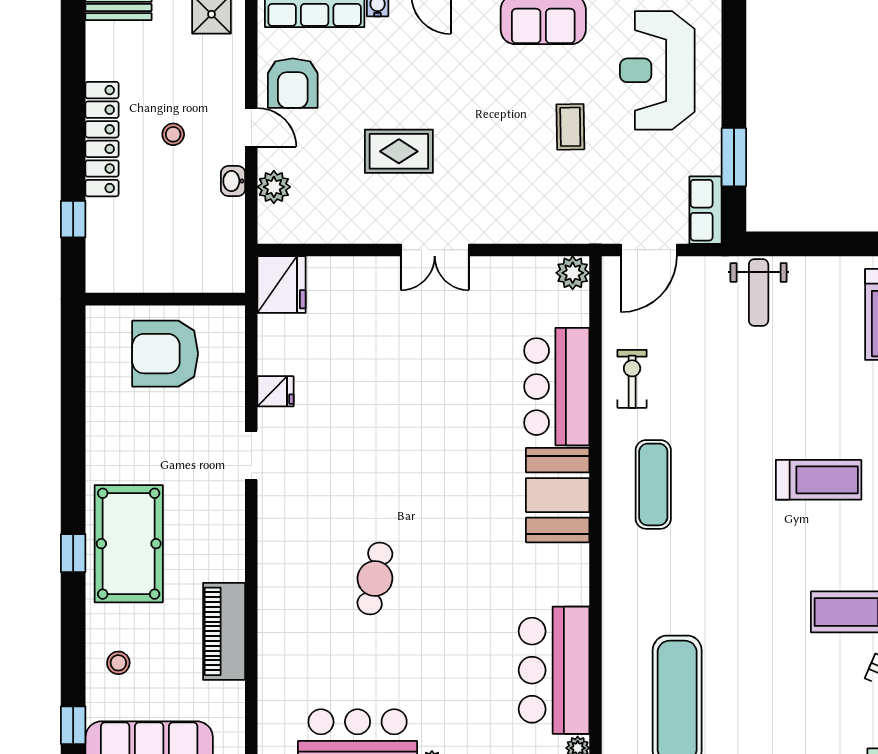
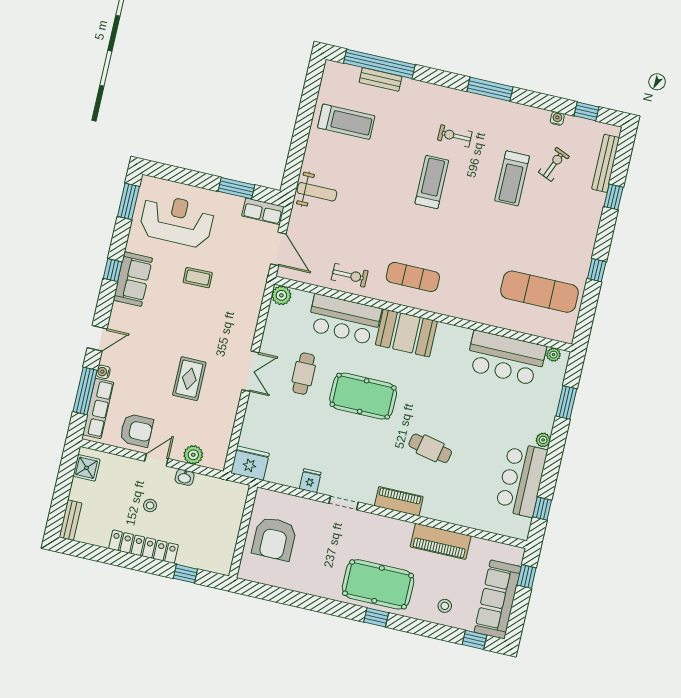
reception desk: (657, 70) -> (177, 221), turned 180
cafe table: (451, 340) -> (304, 374), added
exercise bike: (632, 379) -> (350, 275), turned 180
pool table: (436, 447) -> (363, 396), added
piano: (275, 546) -> (399, 501), added

